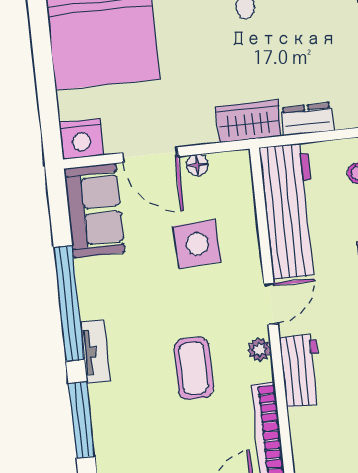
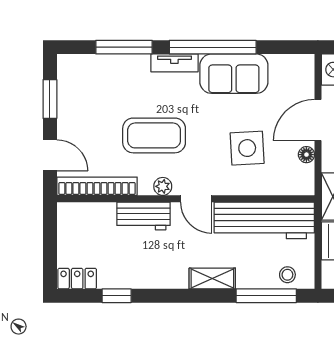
sofa: (94, 211) -> (234, 74), moved
coffee table: (194, 368) -> (154, 135), width x1.36, depth x1.32

